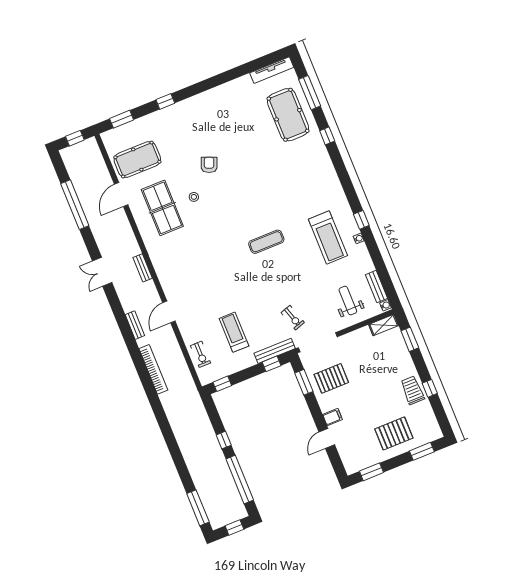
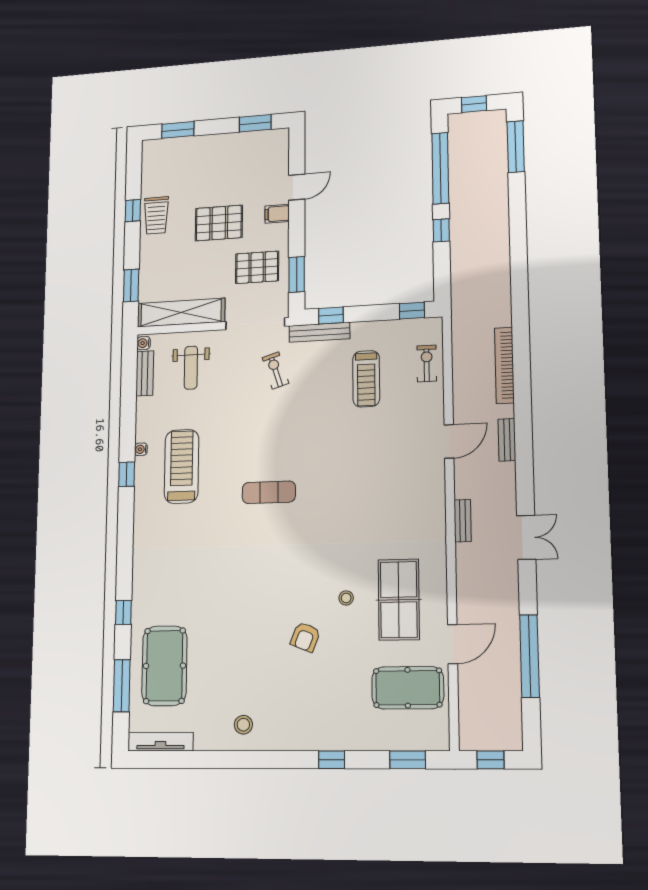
stool: (226, 100) -> (243, 725), added
shelving: (384, 325) -> (181, 313), width x2.20, depth x1.33
pallet: (394, 433) -> (219, 223), moved

